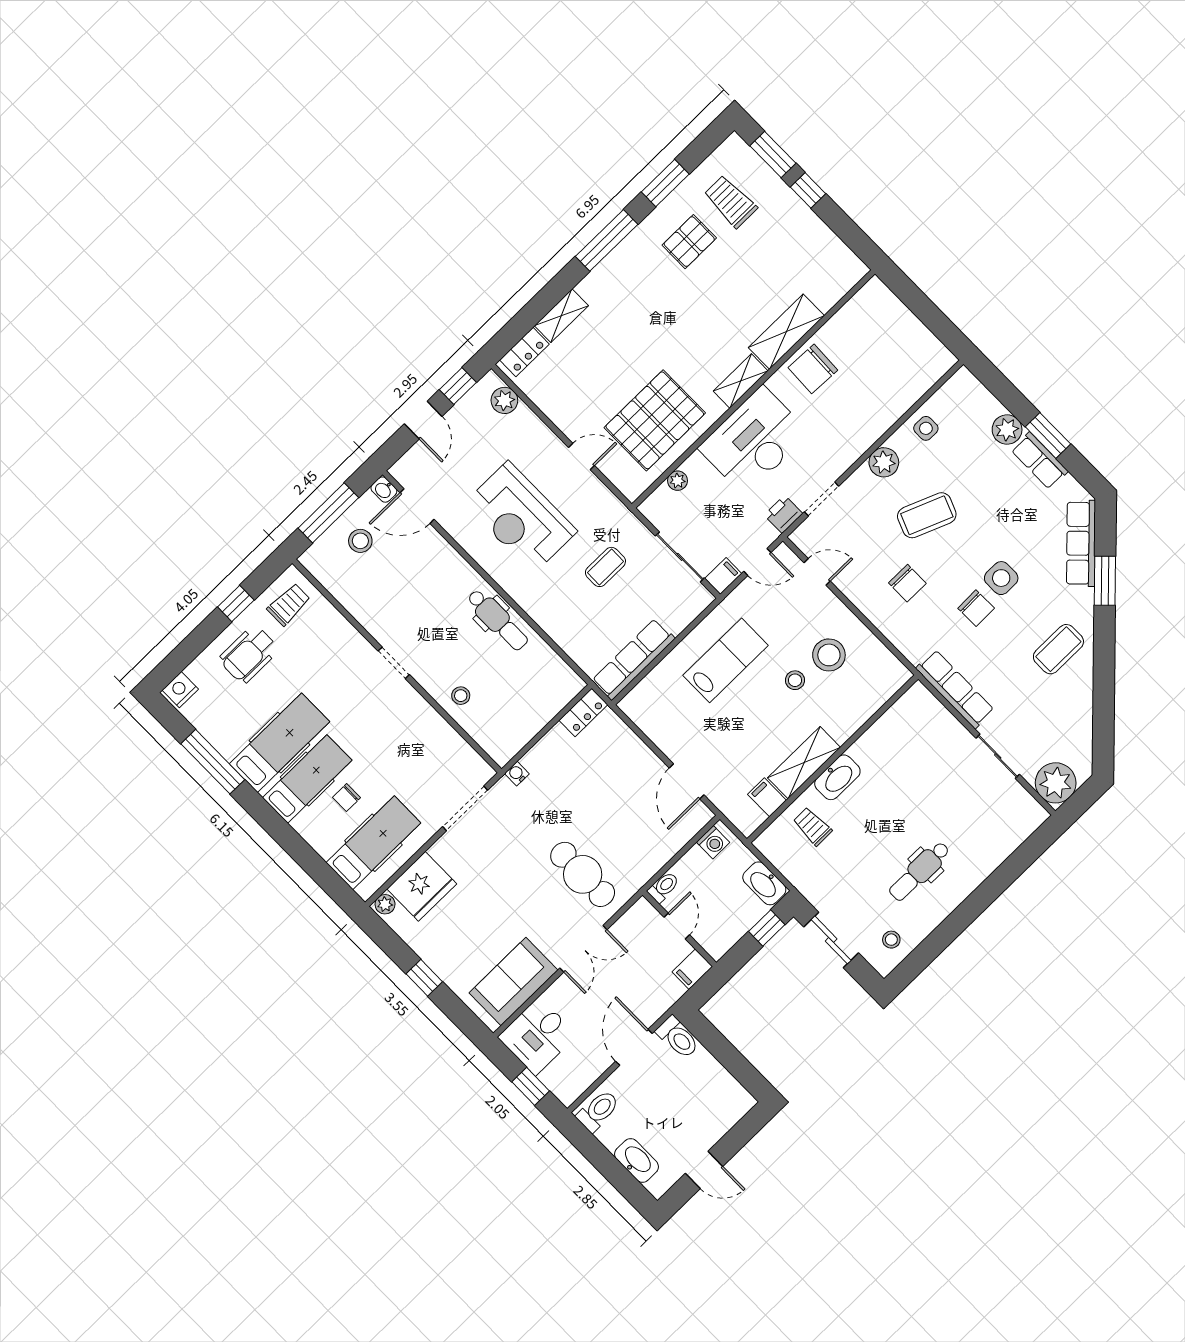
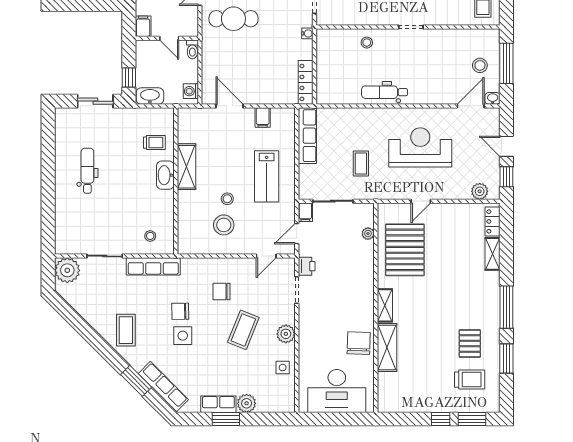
desk: (754, 440) -> (337, 391), moved, turned 90
locker: (583, 712) -> (306, 82), width x1.53
filing cabinet: (767, 797) -> (263, 118), moved, turned 90
stool: (891, 940) -> (150, 236), moved

